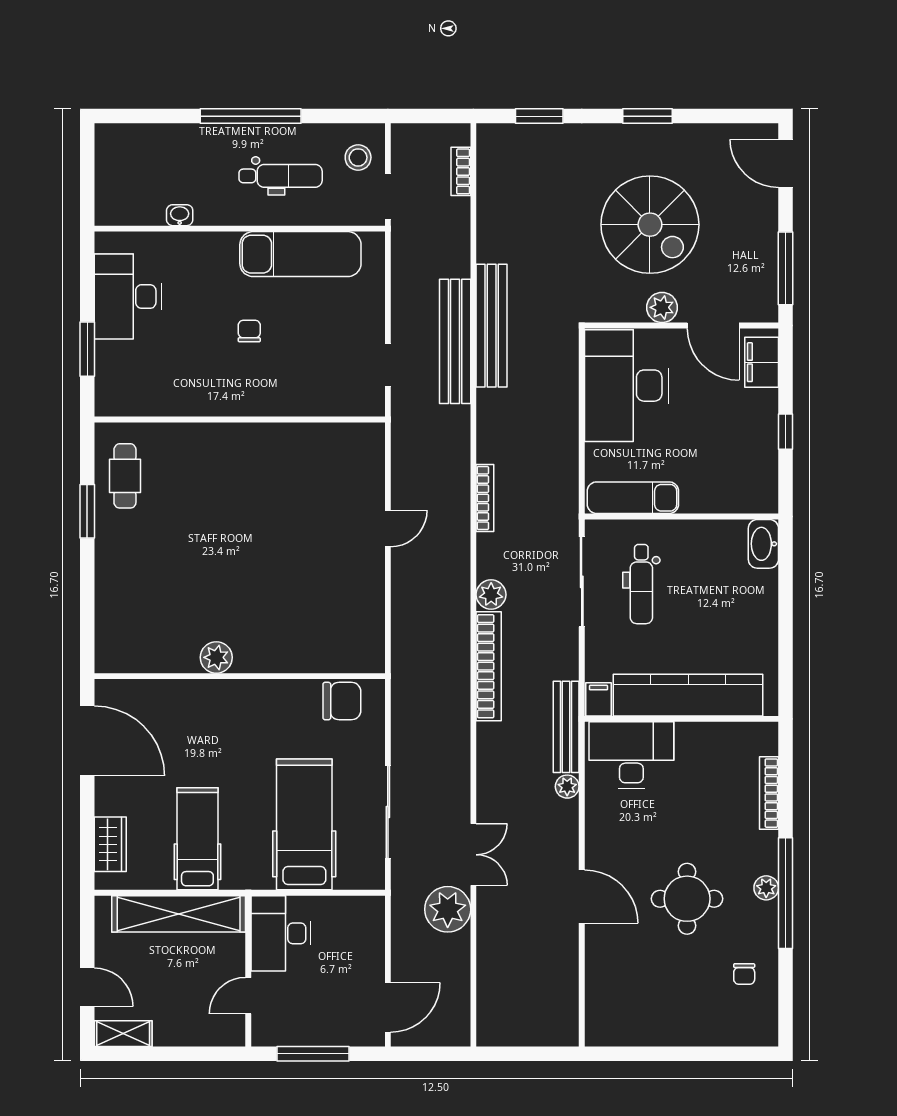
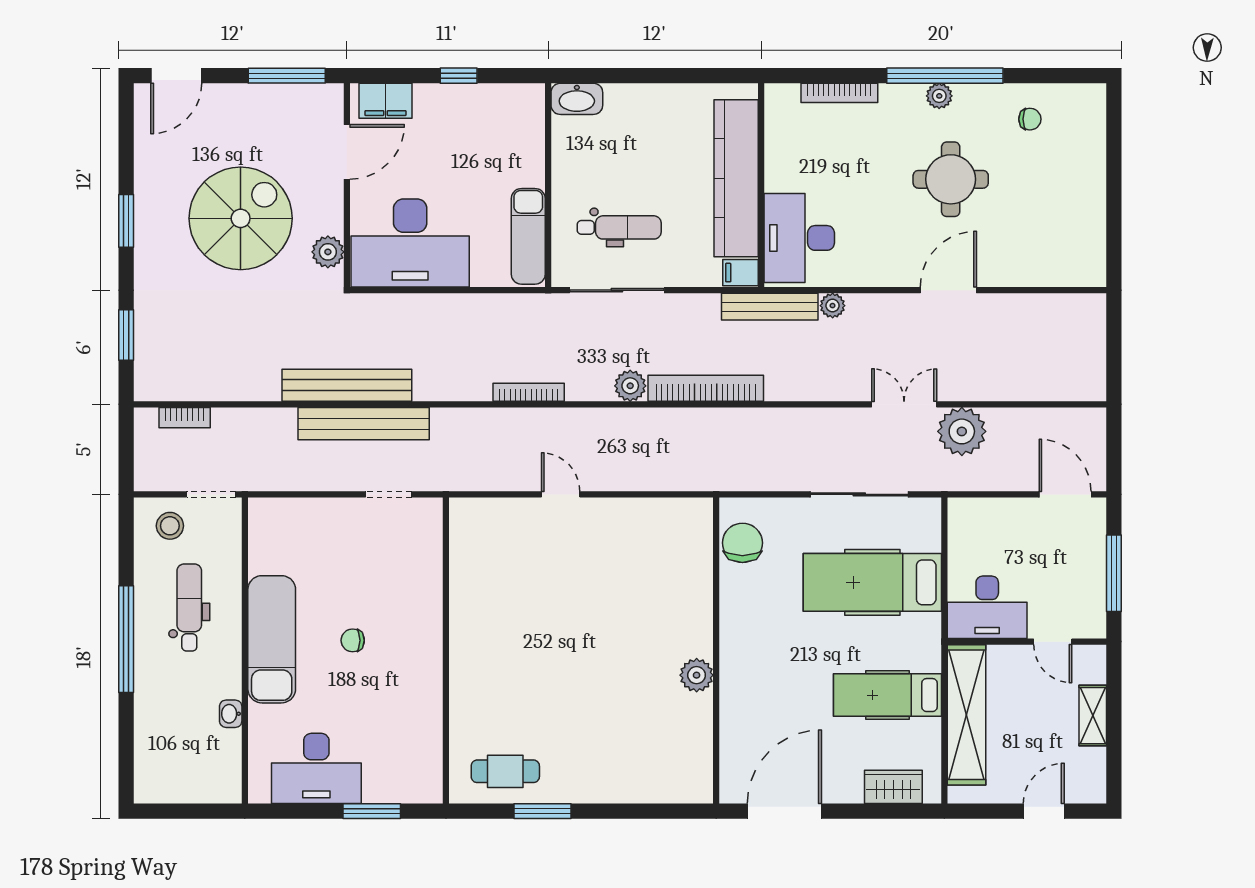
exam couch: (300, 254) -> (272, 639), moved
plant: (662, 307) -> (328, 252), moved
shelving: (123, 1034) -> (1093, 716), moved

